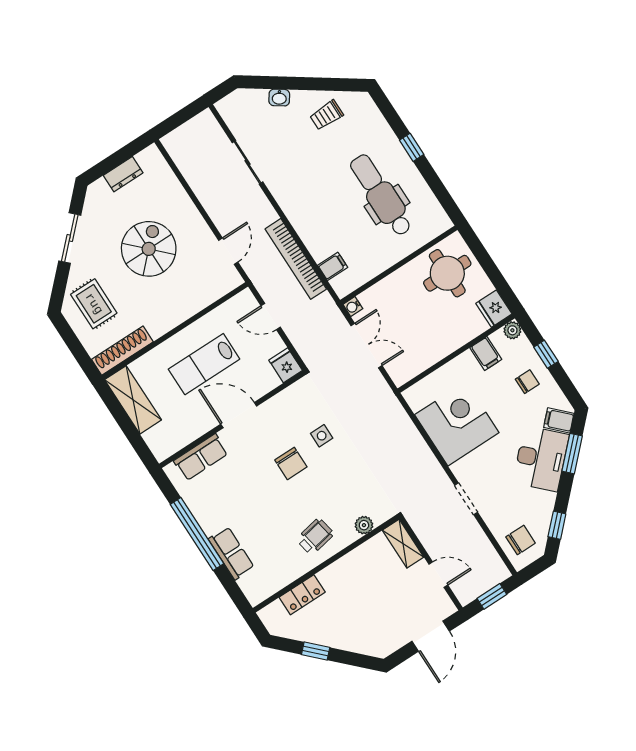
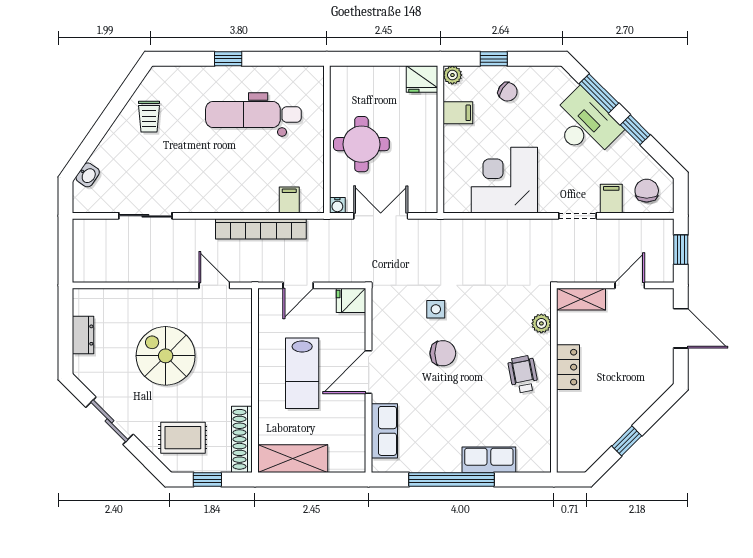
washbasin: (279, 98) -> (88, 175), moved
round table: (447, 273) -> (361, 144), moved
window: (74, 344) -> (207, 479), added
chair: (527, 382) -> (508, 92), turned 124
filing cabinet: (559, 420) -> (611, 199), moved, turned 135
window: (557, 525) -> (635, 130), moved
locker: (302, 595) -> (568, 367), moved

